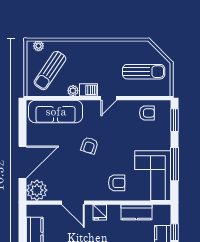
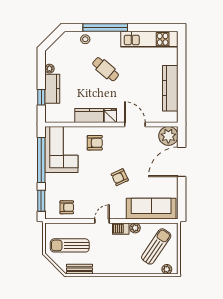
bench: (133, 46) -> (80, 269), added
armchair: (147, 113) -> (67, 207), turned 180
armchair: (90, 146) -> (120, 177), turned -133
window: (175, 164) -> (41, 160), width x1.46
armchair: (117, 183) -> (95, 143), turned 180
kitchen counter: (136, 212) -> (89, 116), moved

